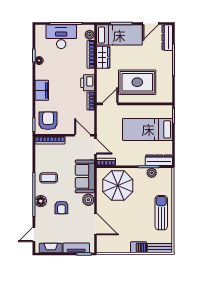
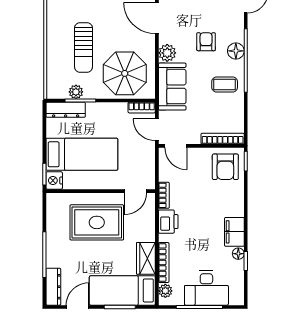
filing cabinet: (42, 90) -> (234, 232), moved
nightstand: (167, 111) -> (54, 180), added
sun lounger: (161, 213) -> (83, 47), moved

